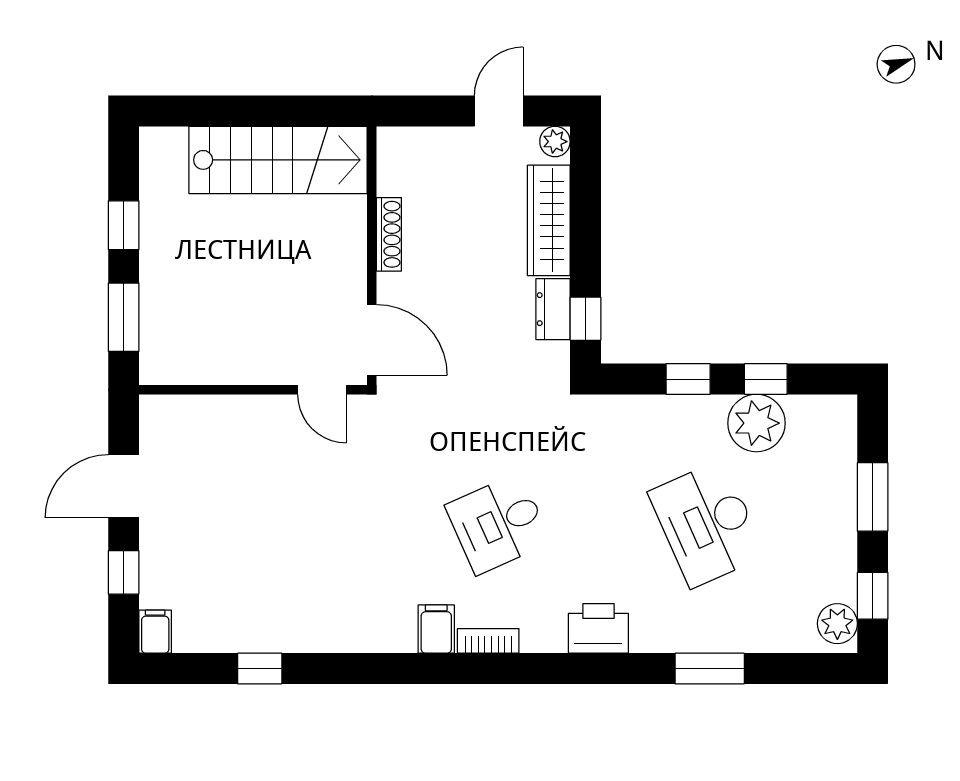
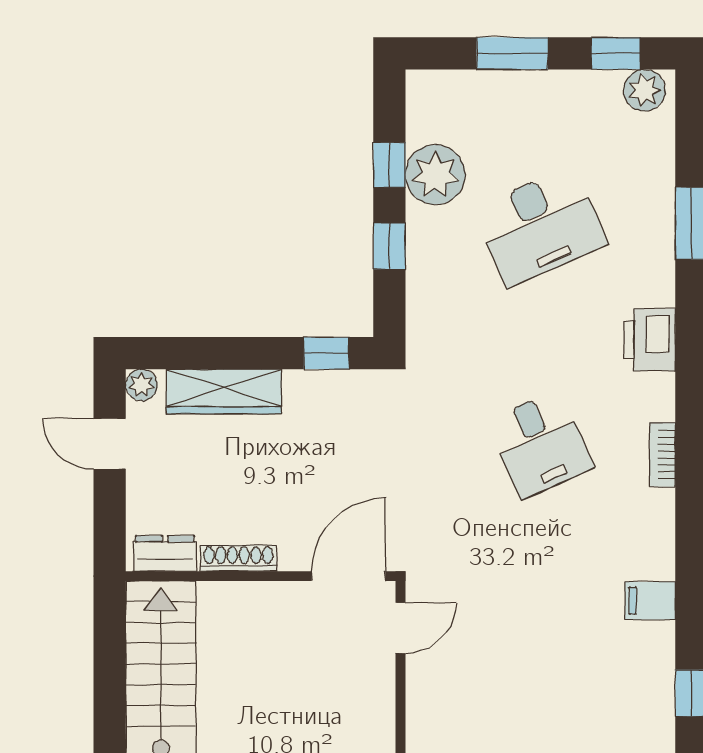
dresser: (553, 309) -> (165, 553), moved, turned 180
filing cabinet: (436, 629) -> (650, 601), moved

